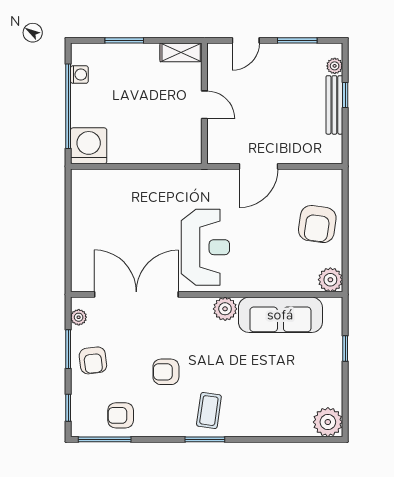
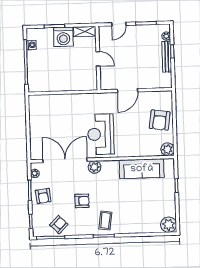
washing machine: (89, 146) -> (63, 37), moved, turned 180
reception desk: (205, 247) -> (101, 134), turned 180
plant: (225, 309) -> (95, 167), moved
armchair: (166, 372) -> (82, 201), turned 180
armchair: (121, 415) -> (59, 225), turned 135

